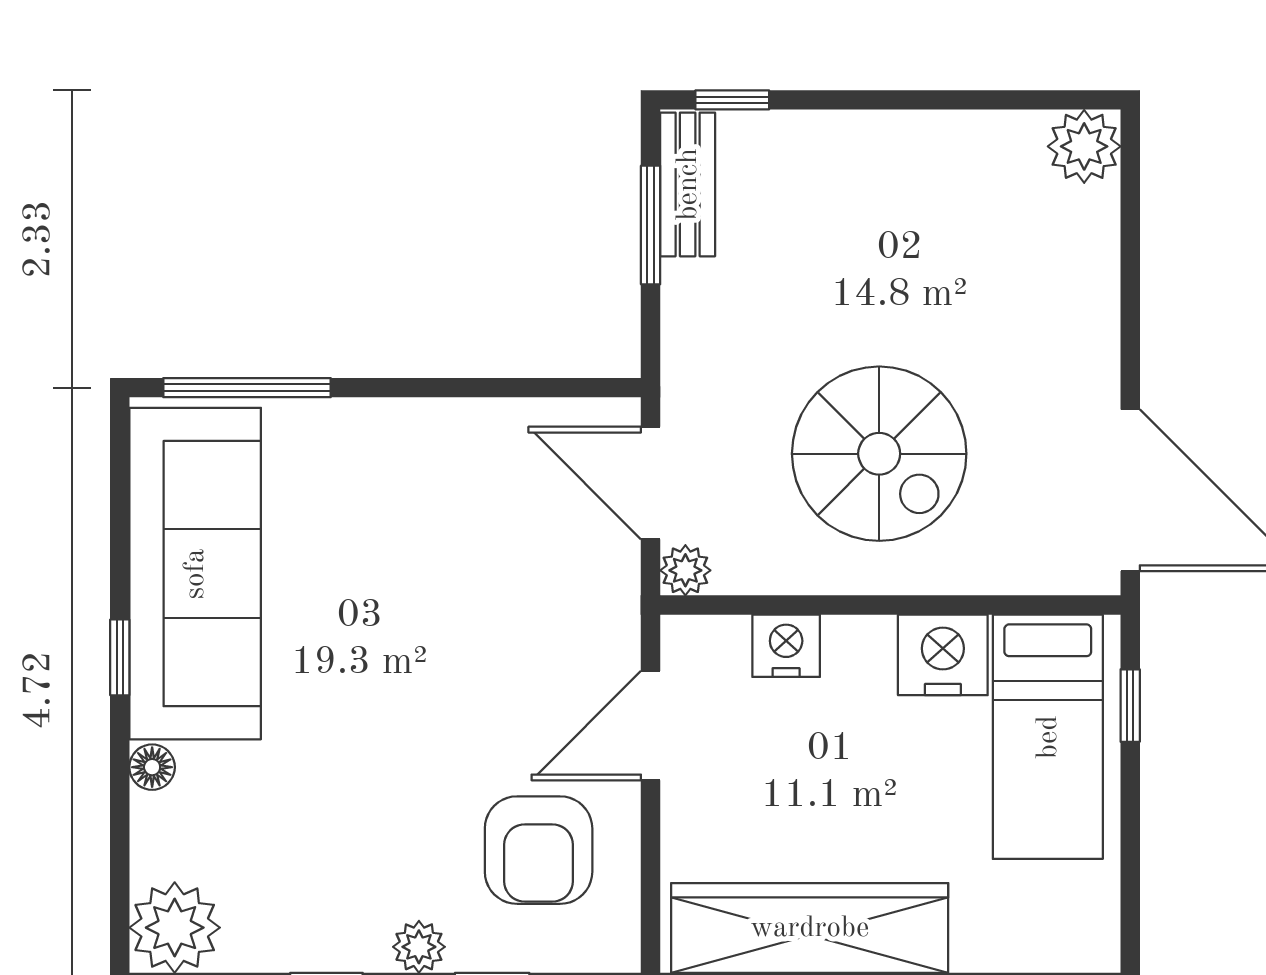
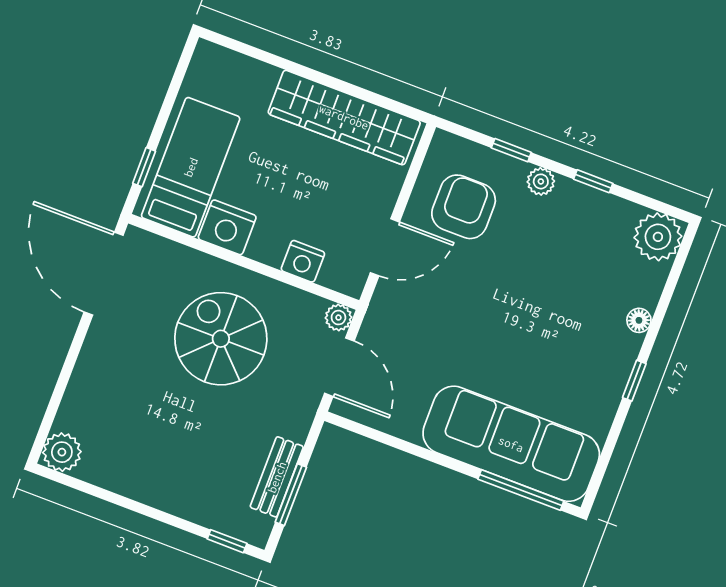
bench: (688, 184) -> (277, 477), moved
sofa: (195, 574) -> (511, 444), moved, turned 90

